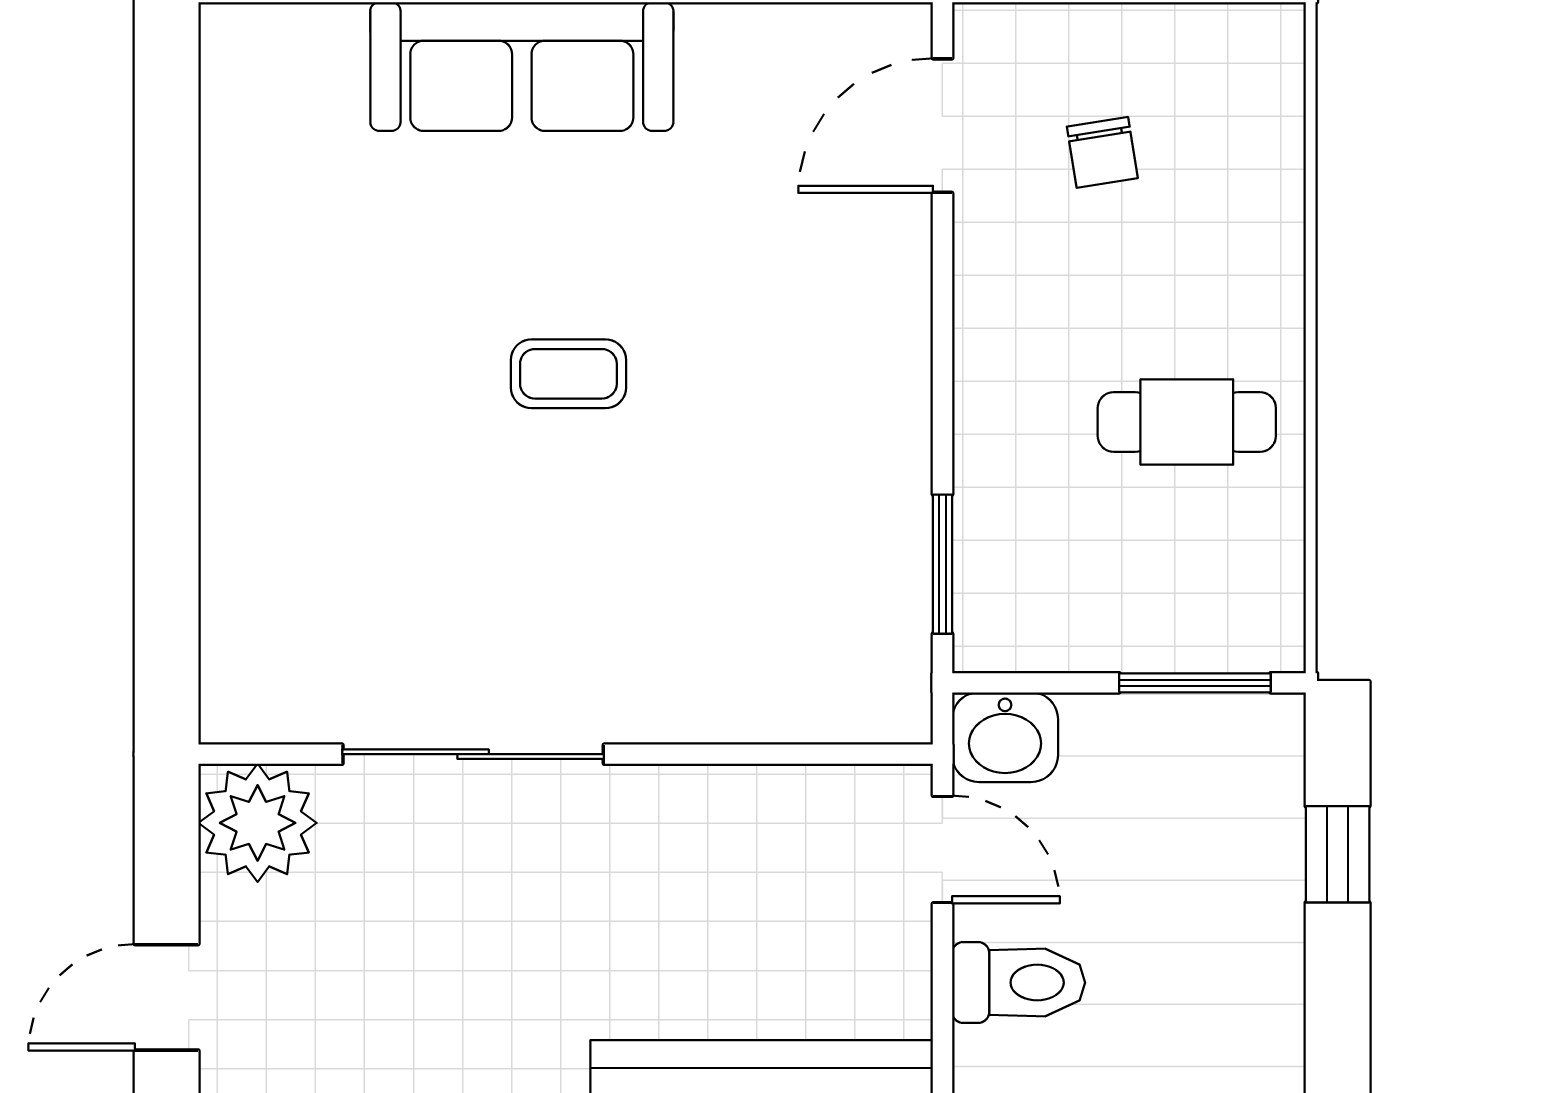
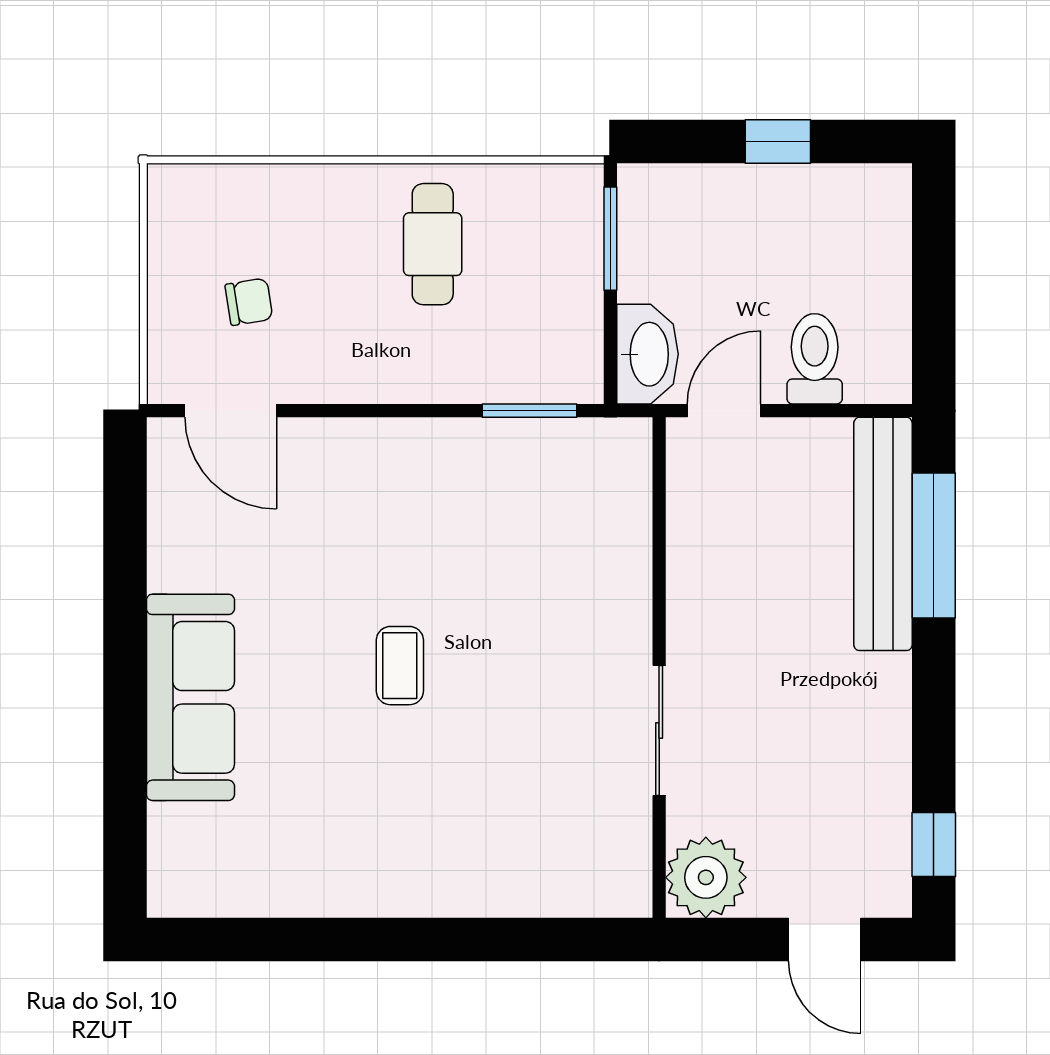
washbasin: (1005, 737) -> (647, 354), width x1.38
sliding door: (473, 754) -> (659, 731), width x0.73
window: (1338, 854) -> (778, 141), moved

